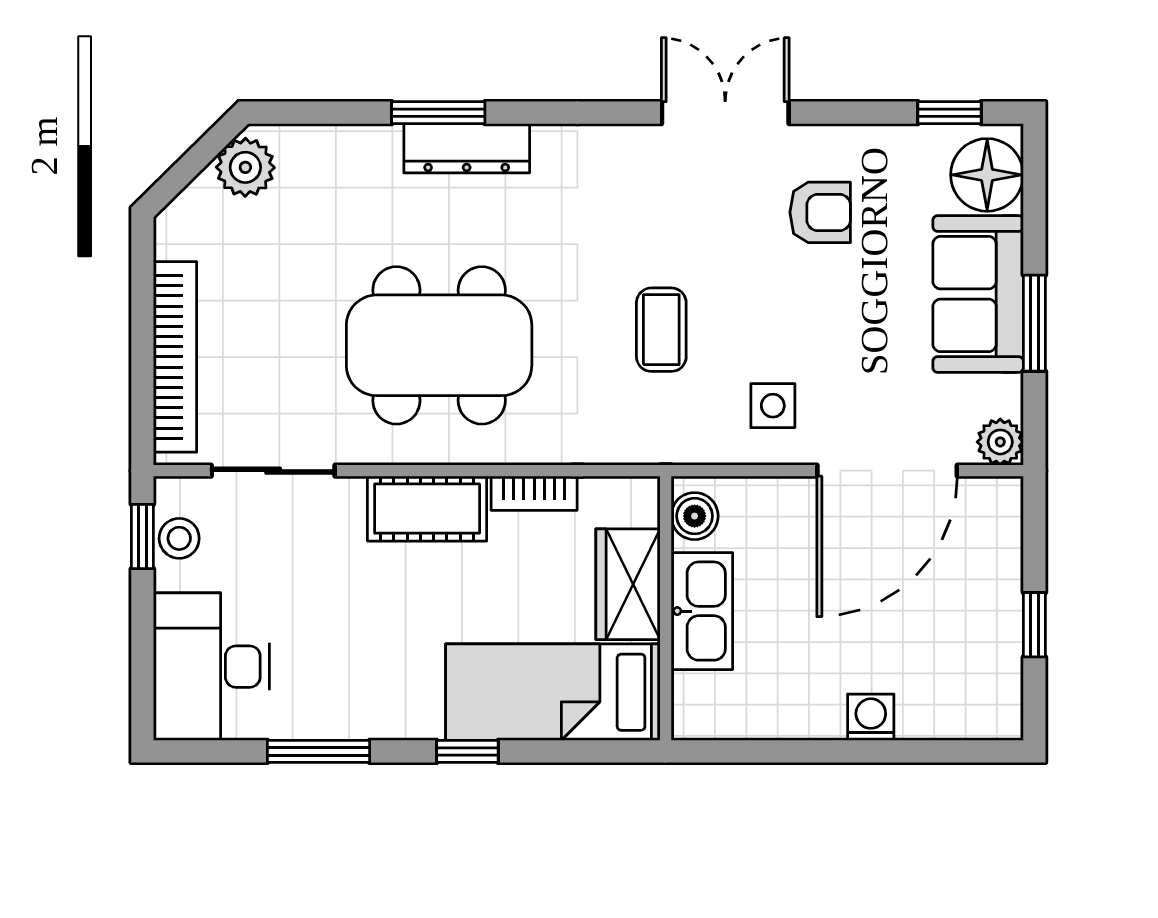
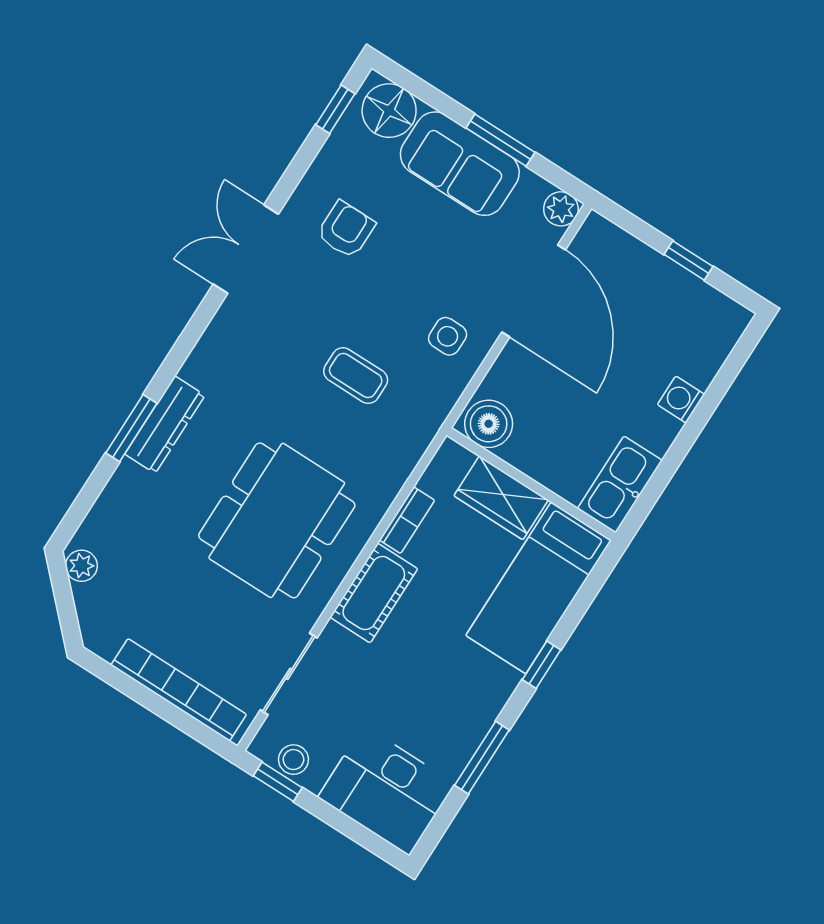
plant: (245, 167) -> (81, 566), width x0.73, depth x0.73
boiler: (695, 516) -> (489, 424), width x1.36, depth x1.36
kitchen sink: (702, 611) -> (620, 485), moved, turned -90

